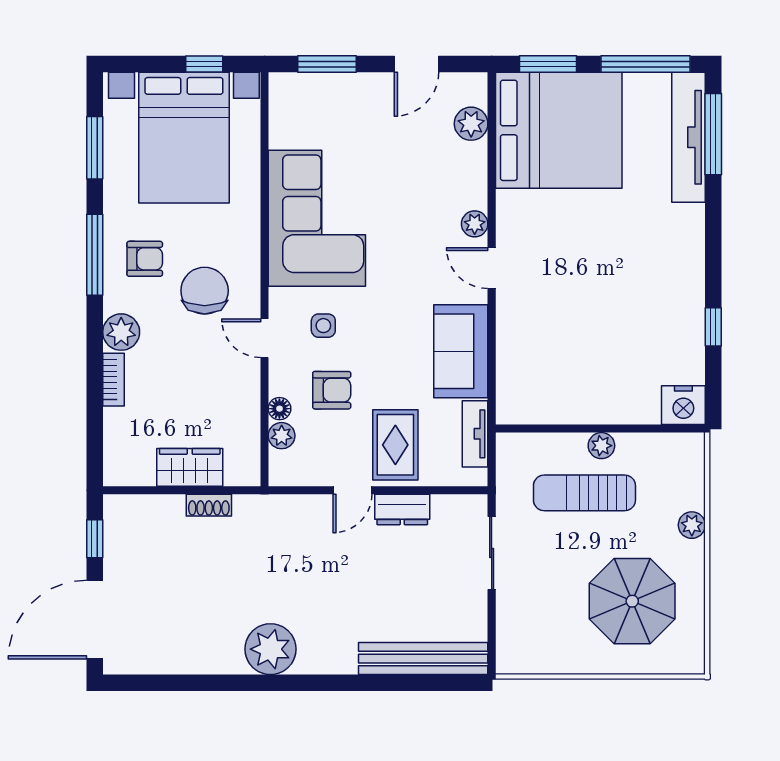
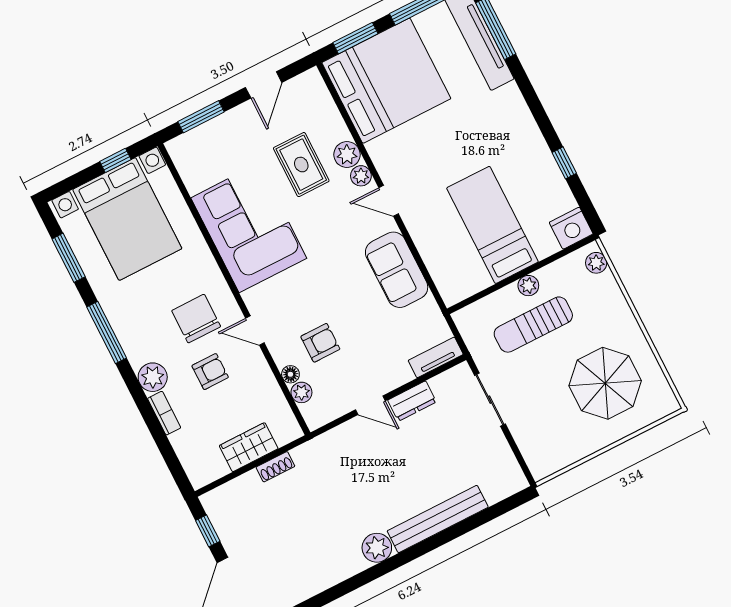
plant: (471, 124) -> (347, 155), moved
armchair: (145, 259) -> (210, 372), moved
side table: (323, 326) -> (291, 301), removed
bed: (596, 356) -> (492, 225), added
tv unit: (475, 434) -> (436, 357), moved, turned 90
rug: (395, 445) -> (301, 165), moved
door: (352, 490) -> (370, 405), hinge flipped
plant: (692, 525) -> (596, 263), moved
plant: (270, 649) -> (377, 548), width x0.73, depth x0.73
bench: (423, 659) -> (438, 519), moved

